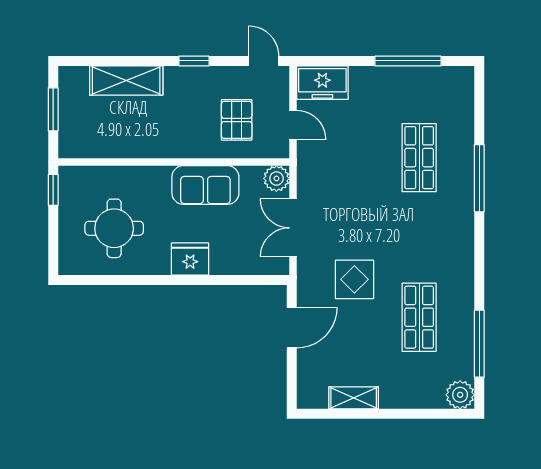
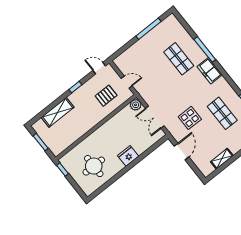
freezer: (322, 83) -> (210, 71), moved, turned 90
pallet: (237, 120) -> (106, 96), turned 90
sofa: (205, 185) -> (113, 126), removed

